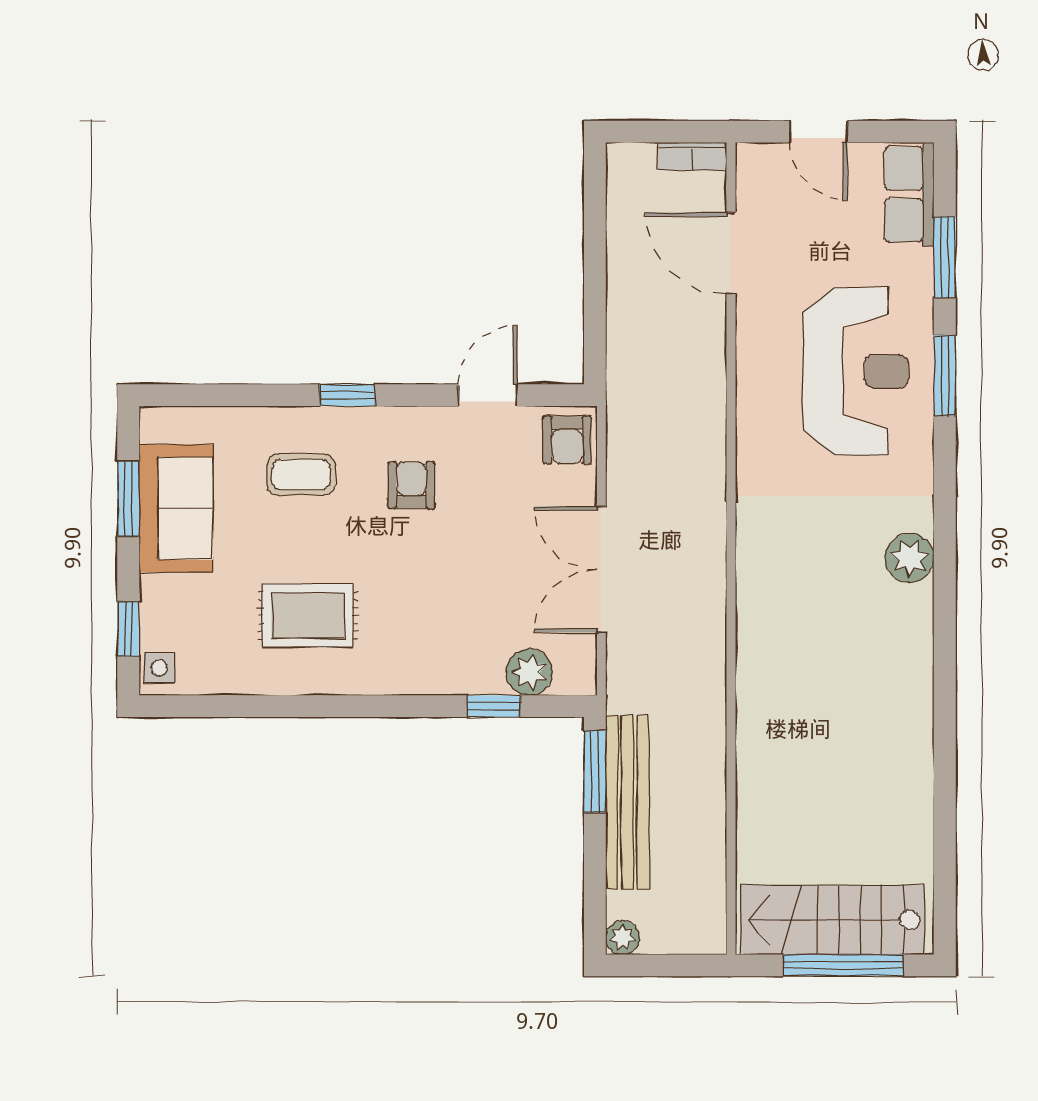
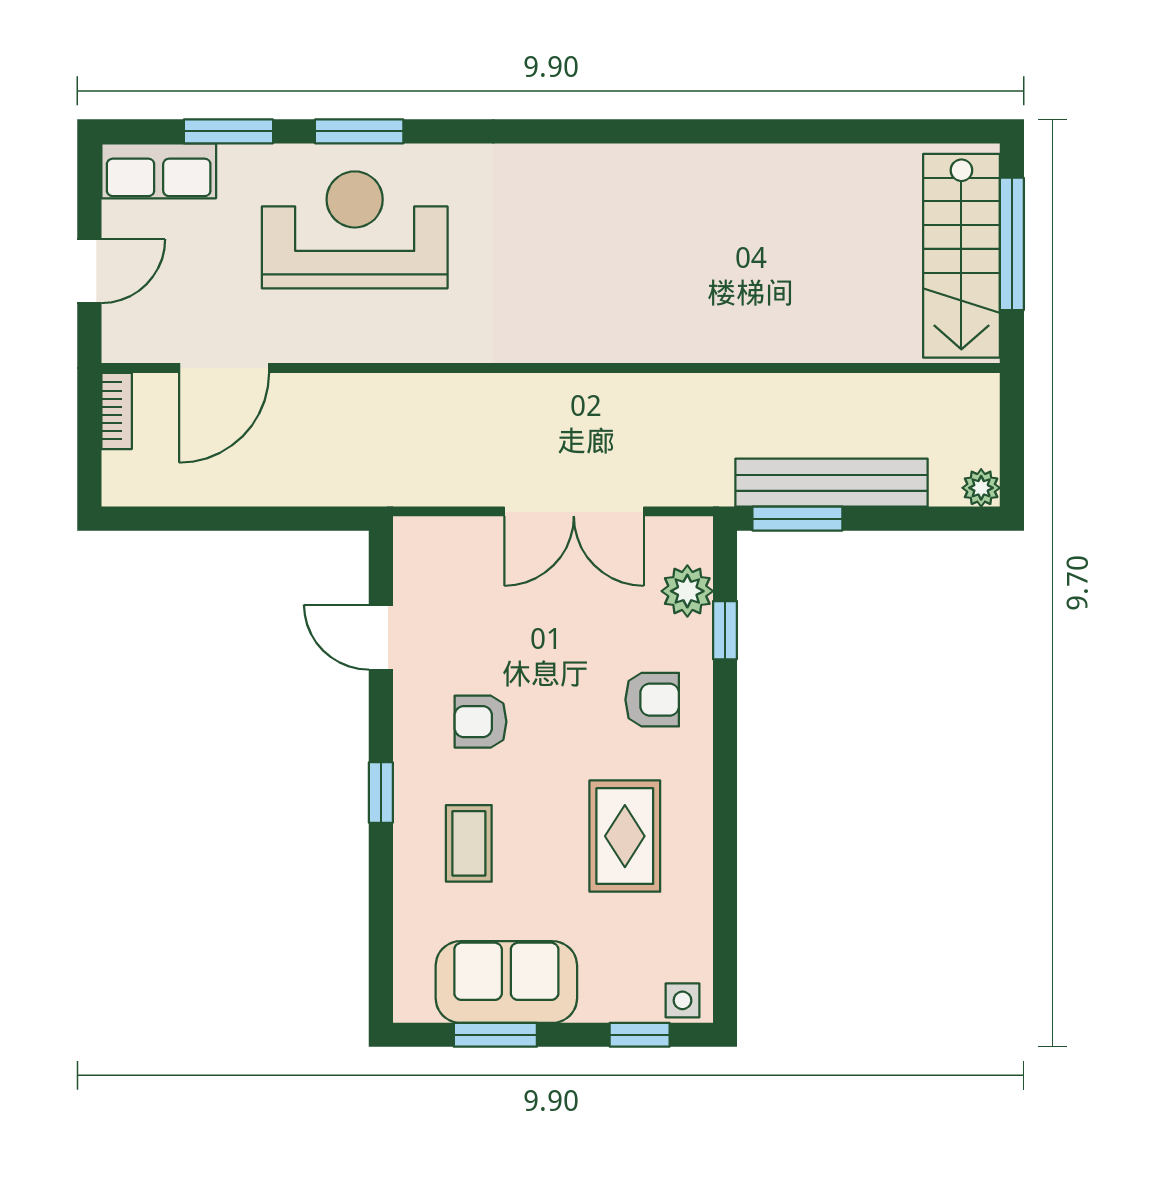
armchair: (567, 440) -> (652, 700), moved
plant: (910, 558) -> (561, 170), removed

